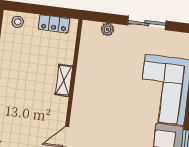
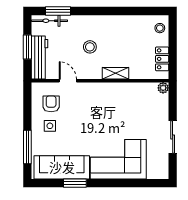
plant: (107, 29) -> (163, 88), moved
stool: (29, 106) -> (90, 47), added

